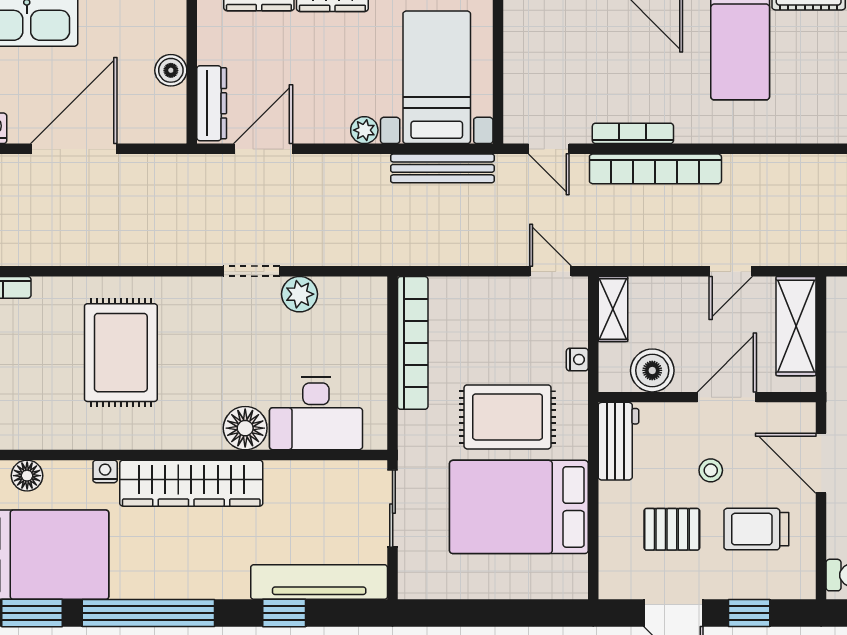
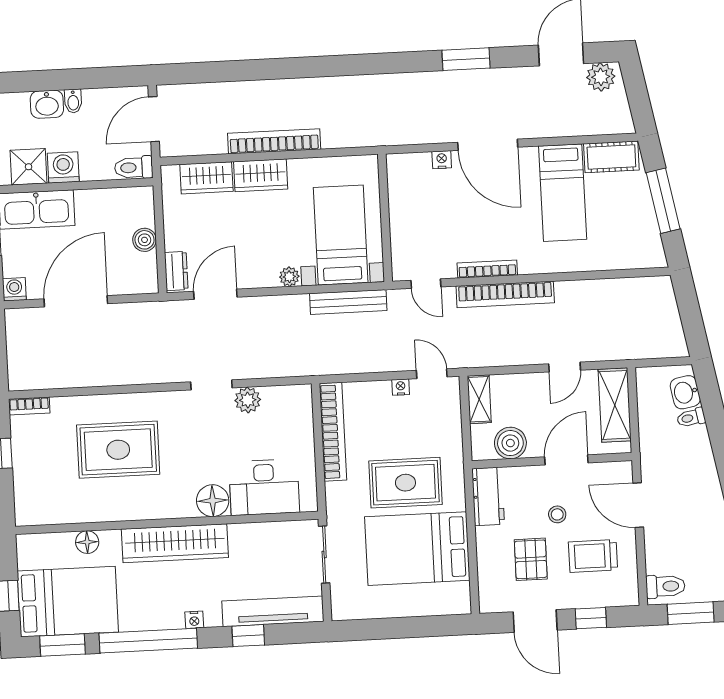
dresser: (212, 103) -> (176, 271), width x0.70
rug: (121, 353) -> (118, 450), turned 90
nightstand: (577, 360) -> (401, 387), moved, turned -90
nightstand: (105, 471) -> (194, 620), moved, turned 180
floor lamp: (27, 476) -> (87, 542), moved
pallet: (672, 529) -> (531, 559), turned 90

